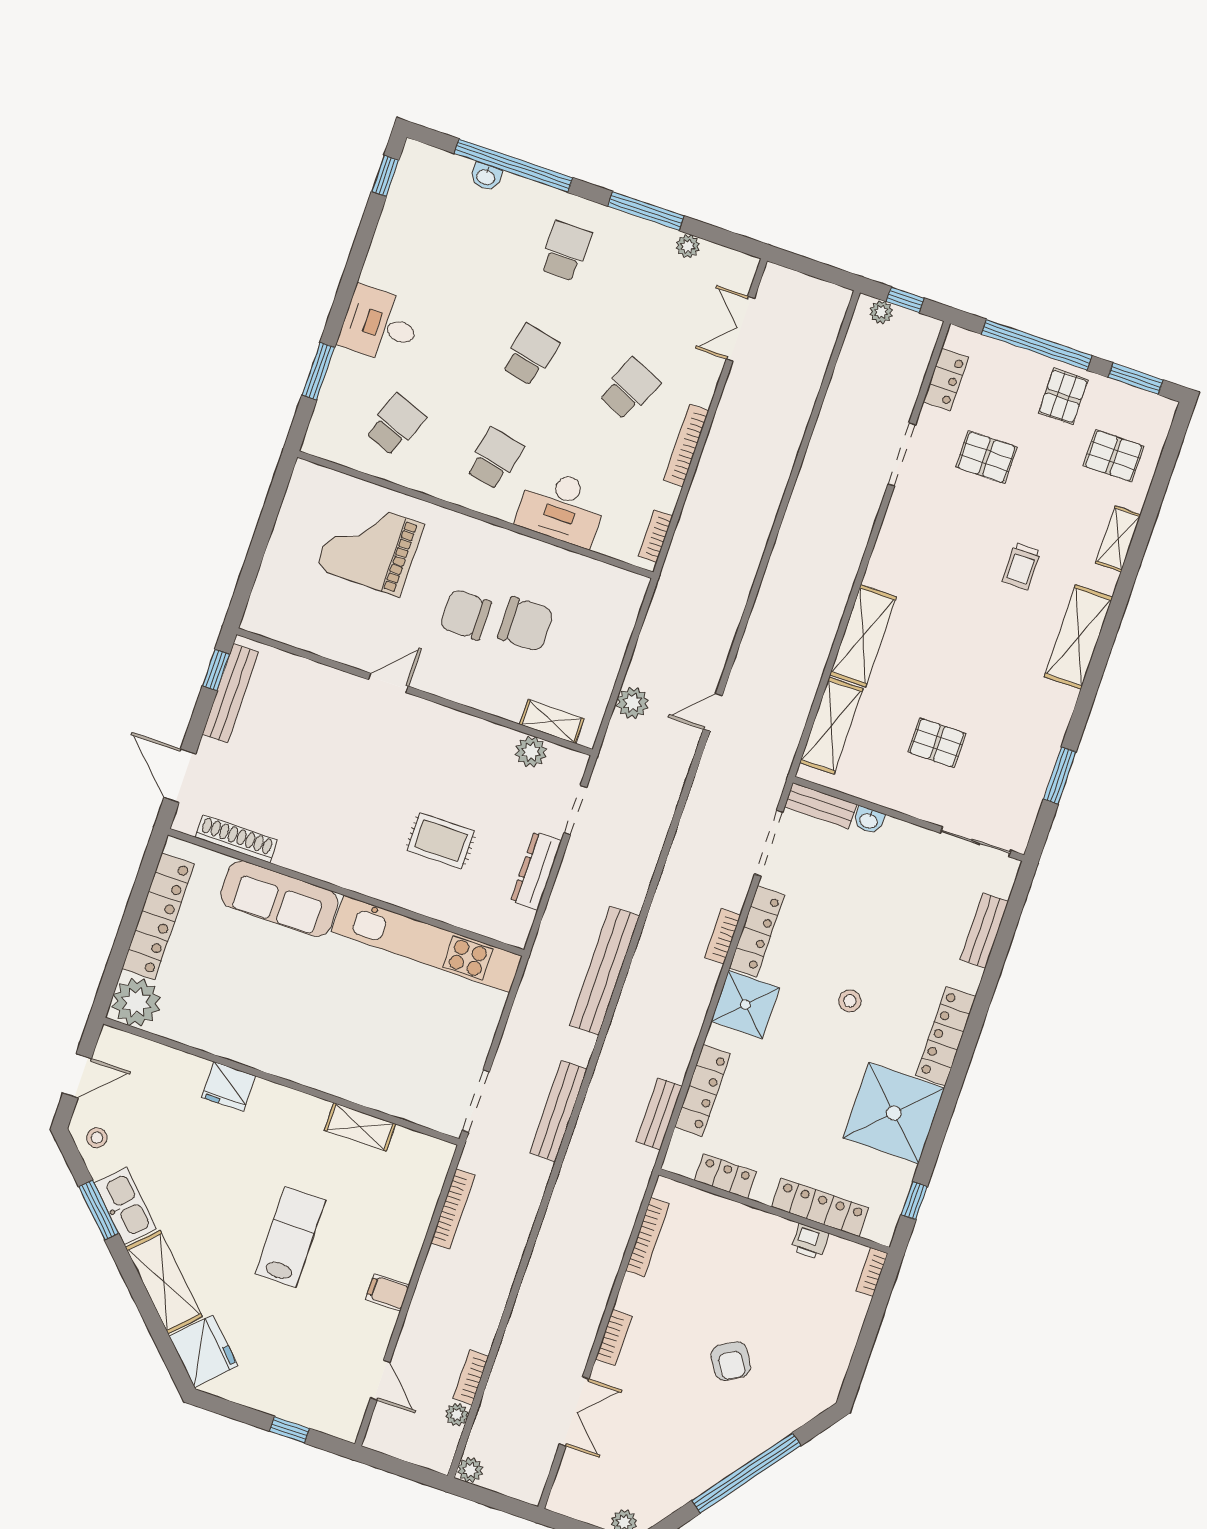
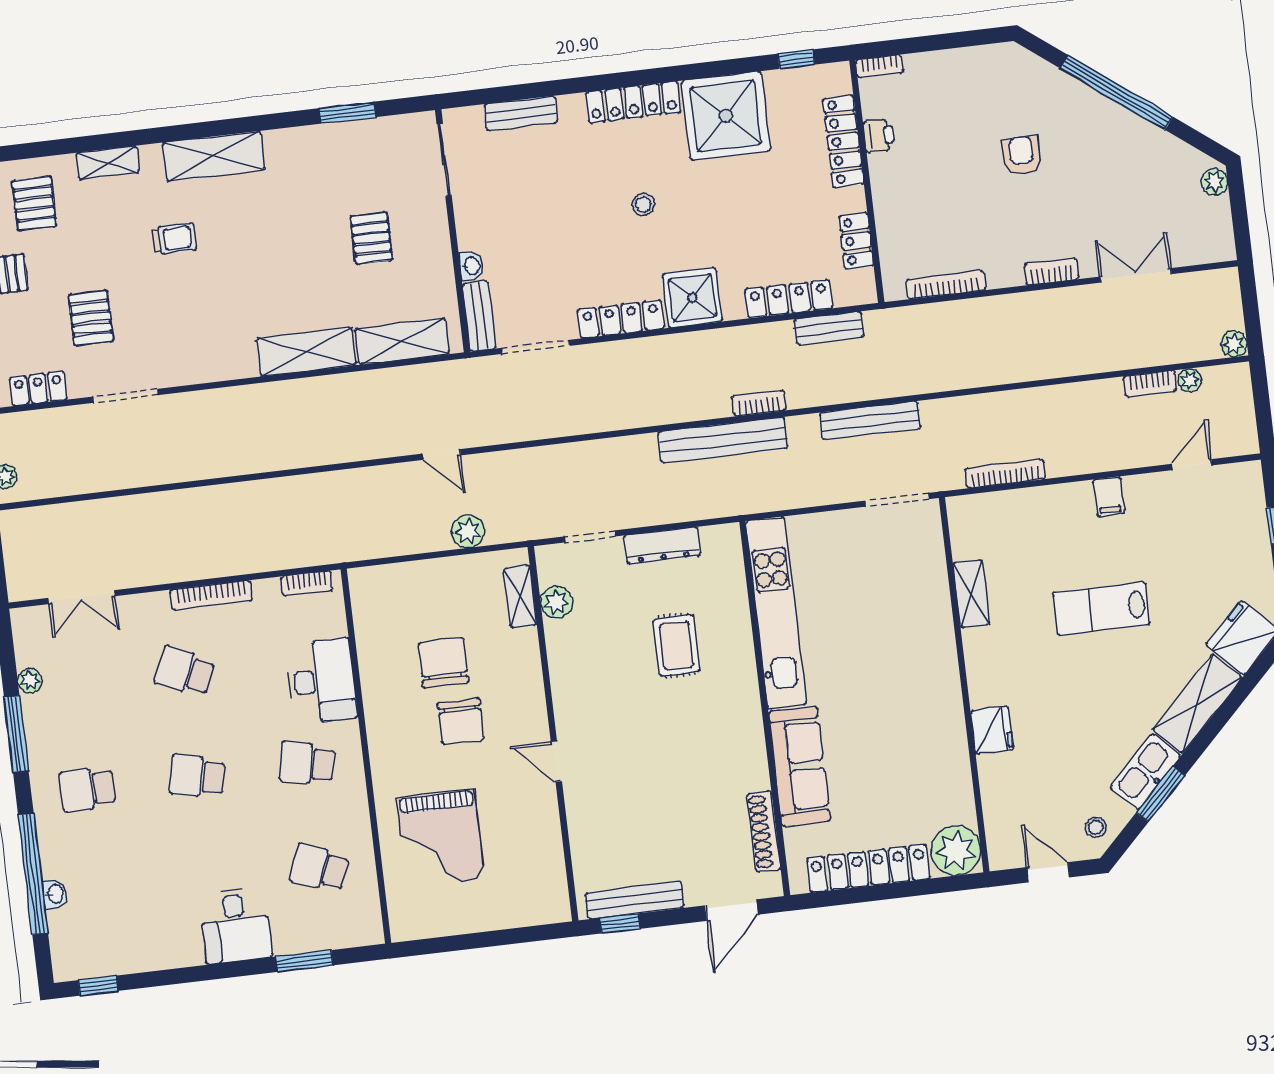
bookcase: (723, 936) -> (759, 403), moved, turned 180
armchair: (731, 1361) -> (1022, 155), turned -59

